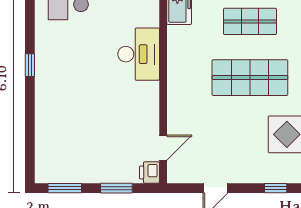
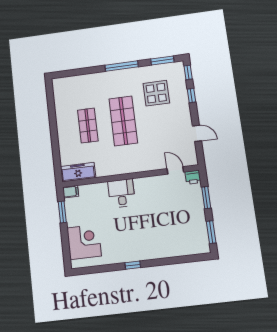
desk: (139, 54) -> (121, 193), width x0.73

